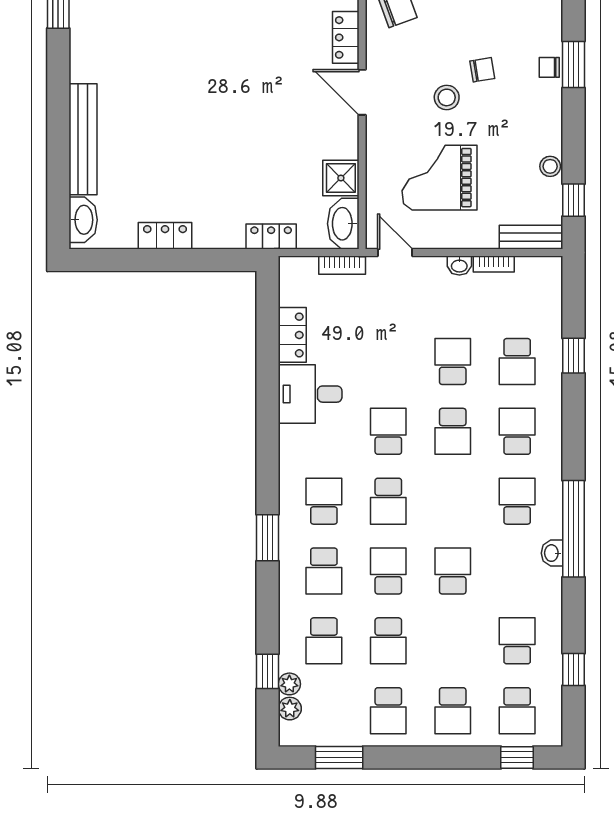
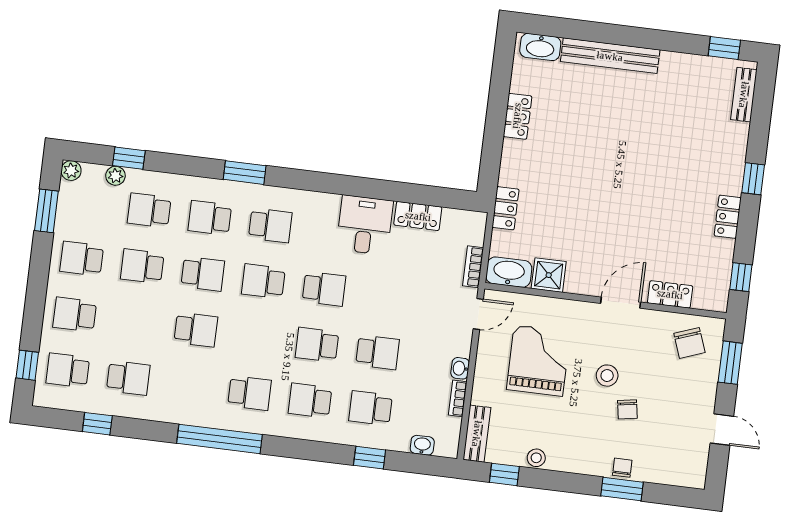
school desk: (517, 431) -> (310, 401), turned 180
washbasin: (552, 553) -> (422, 445), moved
plant: (290, 709) -> (71, 171), moved

